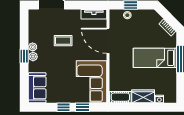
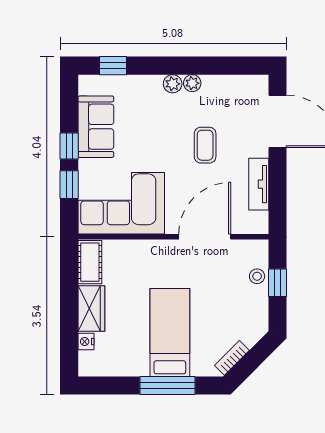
tv unit: (94, 14) -> (259, 184), moved
window: (24, 56) -> (113, 66), moved
sofa: (37, 88) -> (96, 127), moved, turned -90

